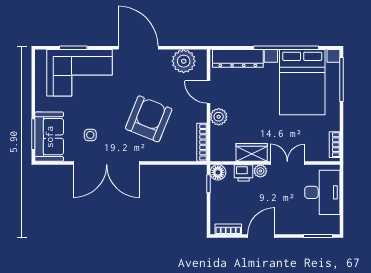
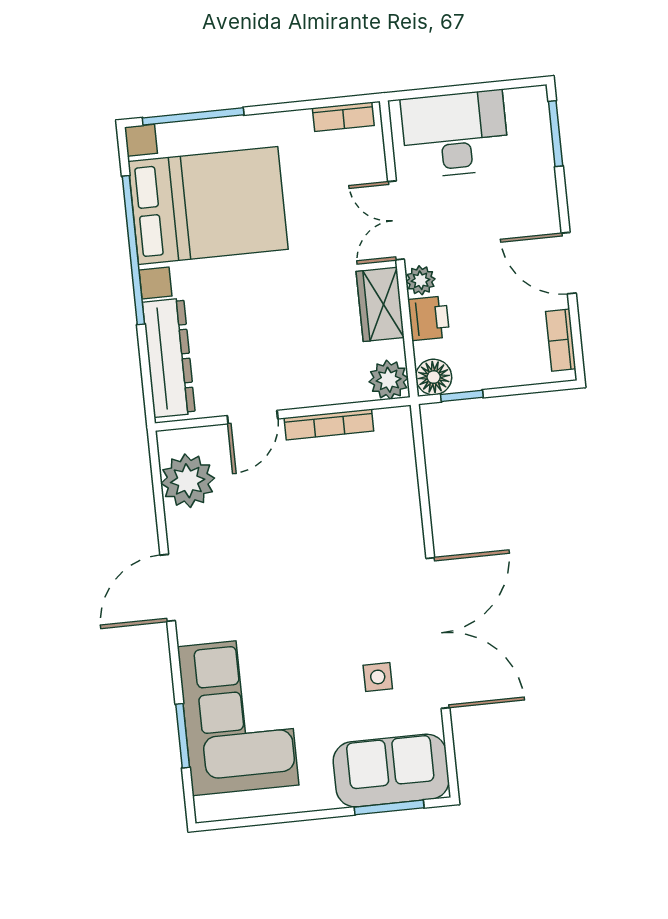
door: (138, 48) -> (168, 588), width x0.73
plant: (219, 117) -> (389, 380), moved
armchair: (149, 119) -> (327, 547), removed
bookcase: (202, 142) -> (329, 424), moved

